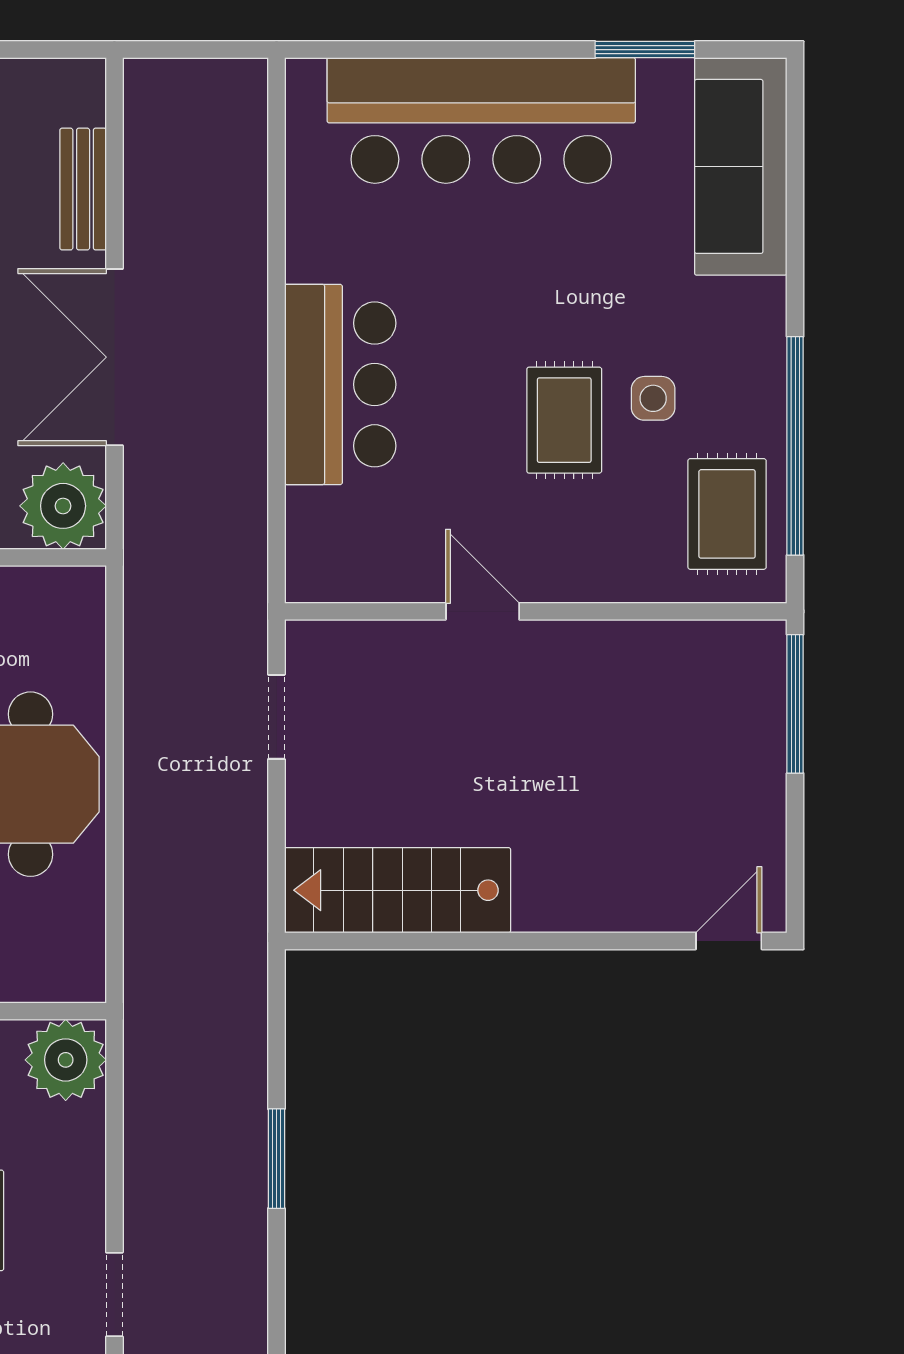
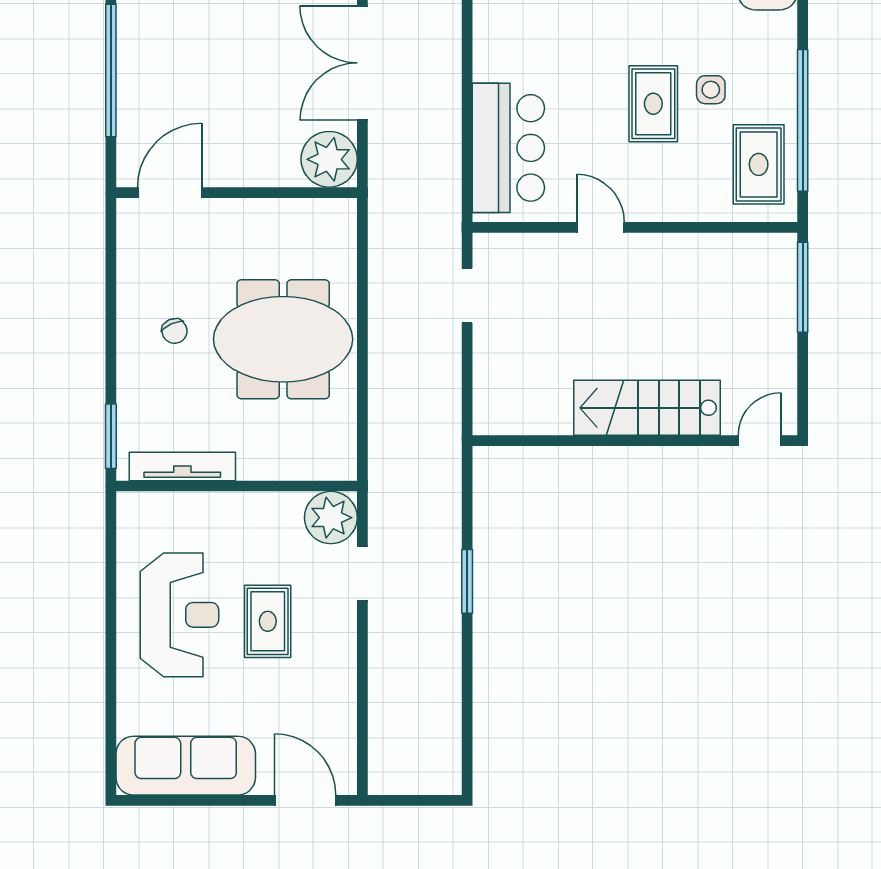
bar counter: (340, 384) -> (508, 148), moved
stairs: (398, 890) -> (647, 408), moved
doorway: (114, 1294) -> (362, 574), moved

